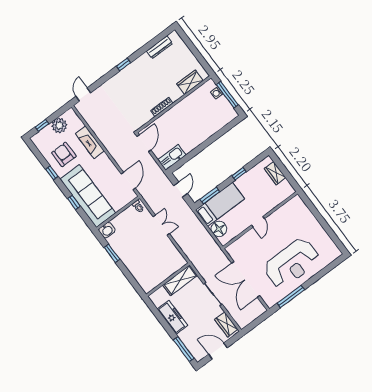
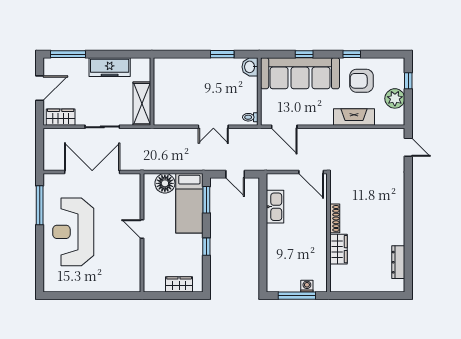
window: (123, 64) -> (408, 212), removed
wardrobe: (190, 82) -> (339, 249), moved
armchair: (64, 154) -> (361, 81), turned 180
kitchen sink: (172, 157) -> (275, 207), moved

